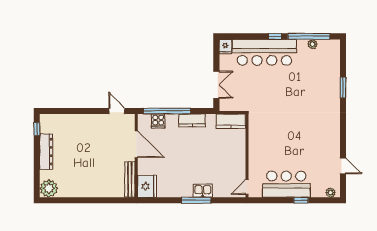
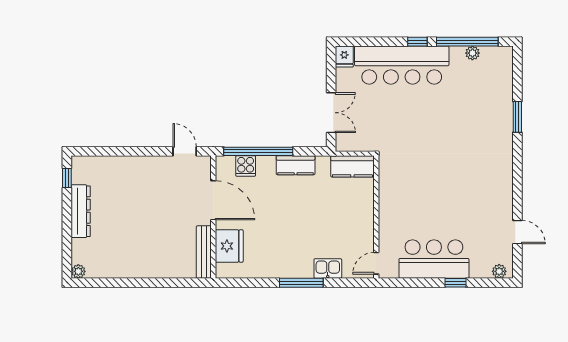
fridge: (147, 186) -> (229, 246), moved
plant: (49, 188) -> (78, 271), width x0.53, depth x0.53
kitchen sink: (203, 191) -> (328, 269), moved

